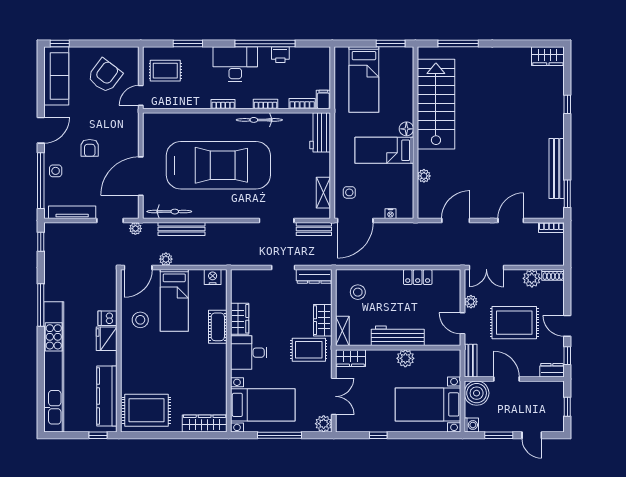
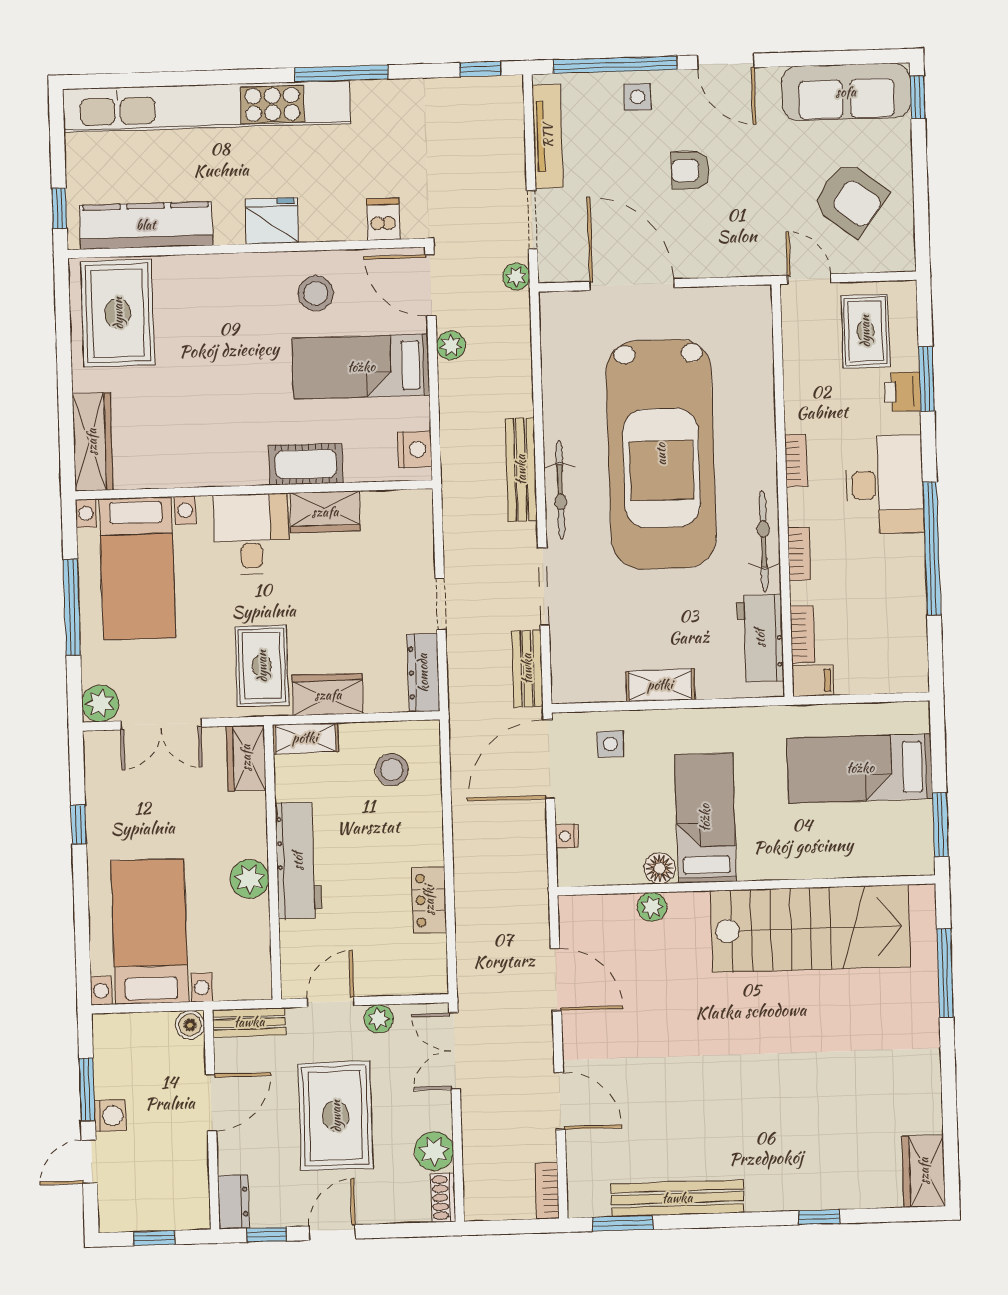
printer: (280, 55) -> (902, 392), moved
floor lamp: (406, 129) -> (660, 868), moved
workbench: (320, 132) -> (760, 638), moved, turned -90
shelving: (323, 193) -> (660, 685), moved
bicycle: (169, 212) -> (560, 490), moved
door: (355, 221) -> (549, 759), hinge flipped
bench: (182, 229) -> (521, 470), moved
dishwasher: (108, 318) -> (383, 219), moved
boiler: (477, 393) -> (190, 1025), width x0.54, depth x0.54
washing machine: (471, 425) -> (110, 1116), moved, turned -90

